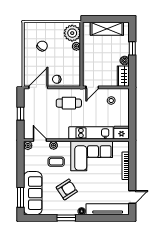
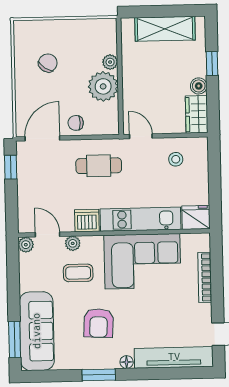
plant: (72, 33) -> (103, 86), moved
door: (92, 87) -> (141, 136), swing flipped
window: (20, 114) -> (11, 167), moved
dishwasher: (62, 133) -> (87, 221), added
armchair: (67, 189) -> (99, 323), turned 126

